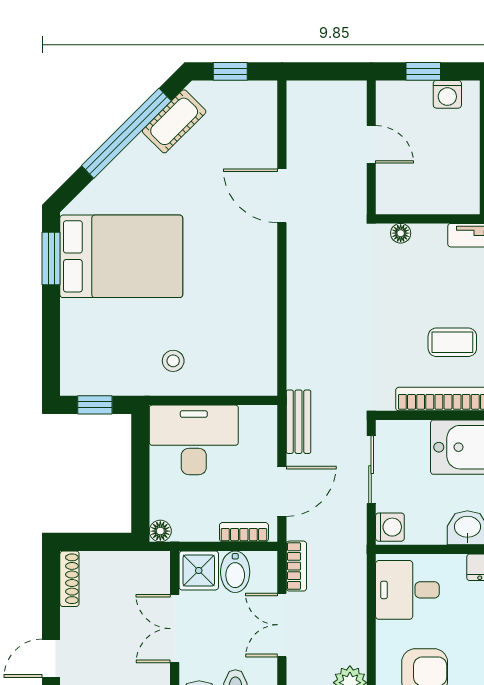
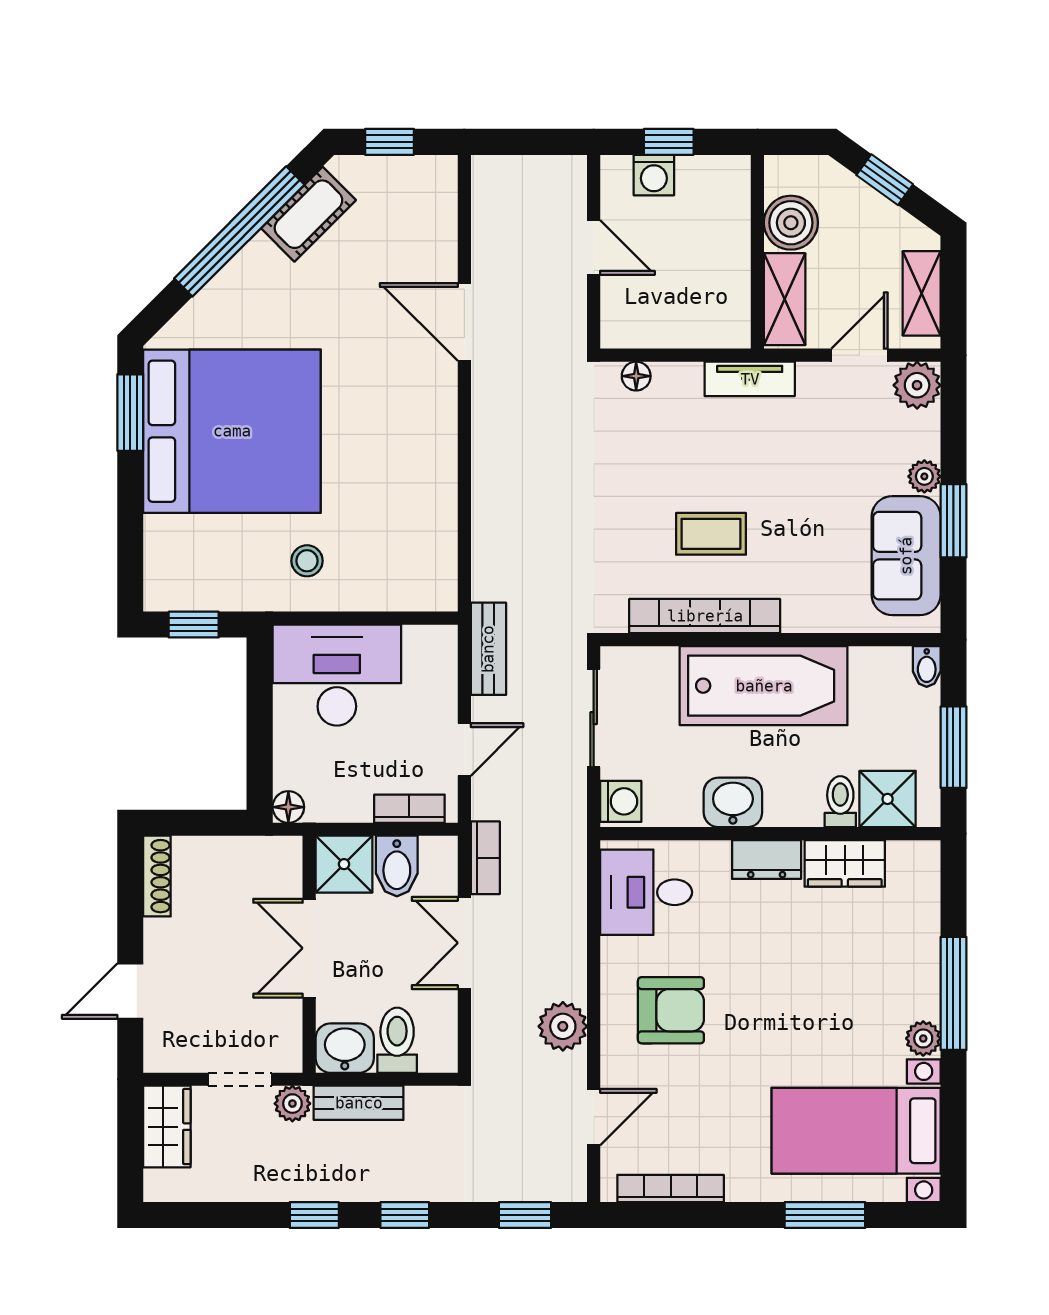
washing machine: (447, 94) -> (654, 175), moved
bed: (121, 256) -> (232, 431), width x1.36
door: (282, 491) -> (464, 750), width x0.73

